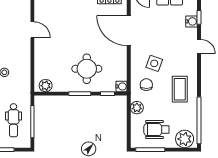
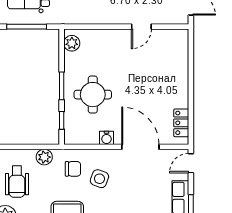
door: (129, 31) -> (140, 147), hinge flipped
water cooler: (122, 86) -> (106, 138), moved
wheelchair: (156, 130) -> (17, 182), turned 180

